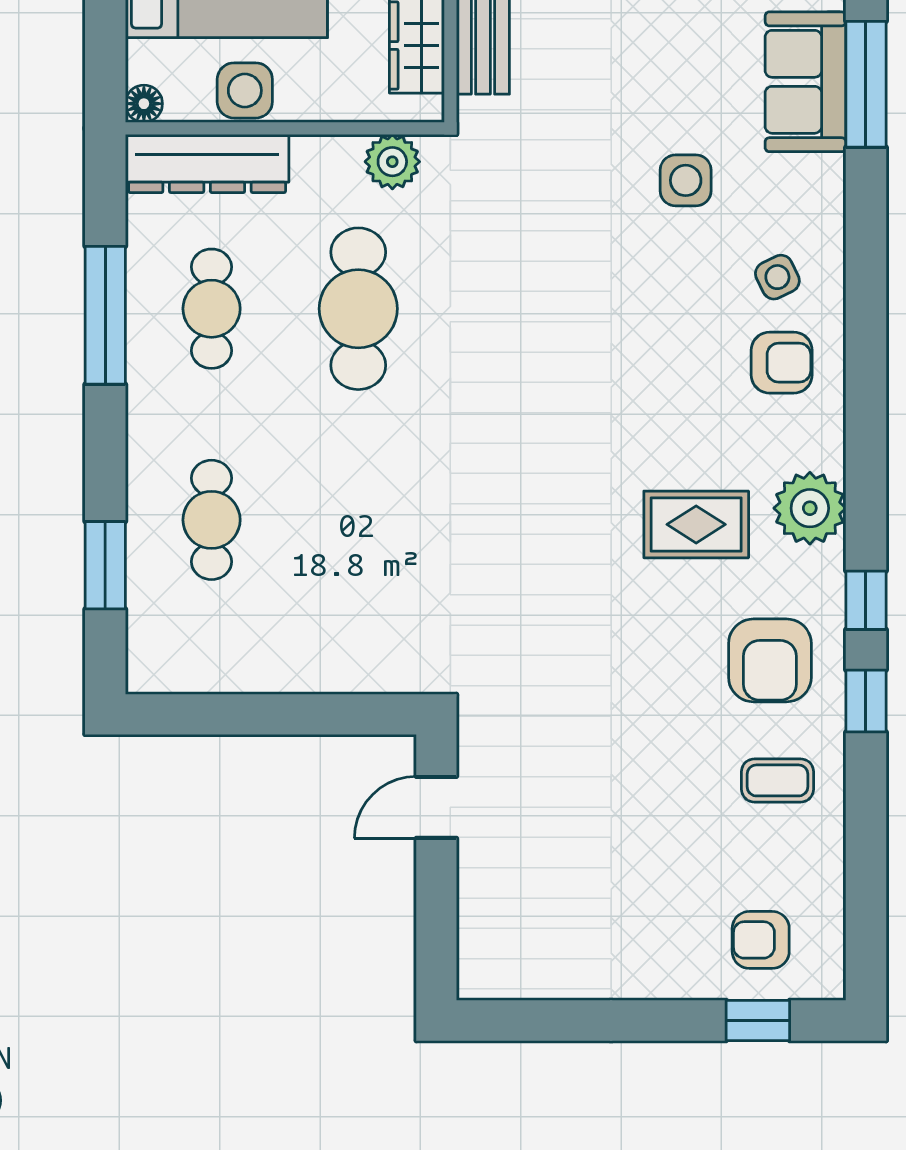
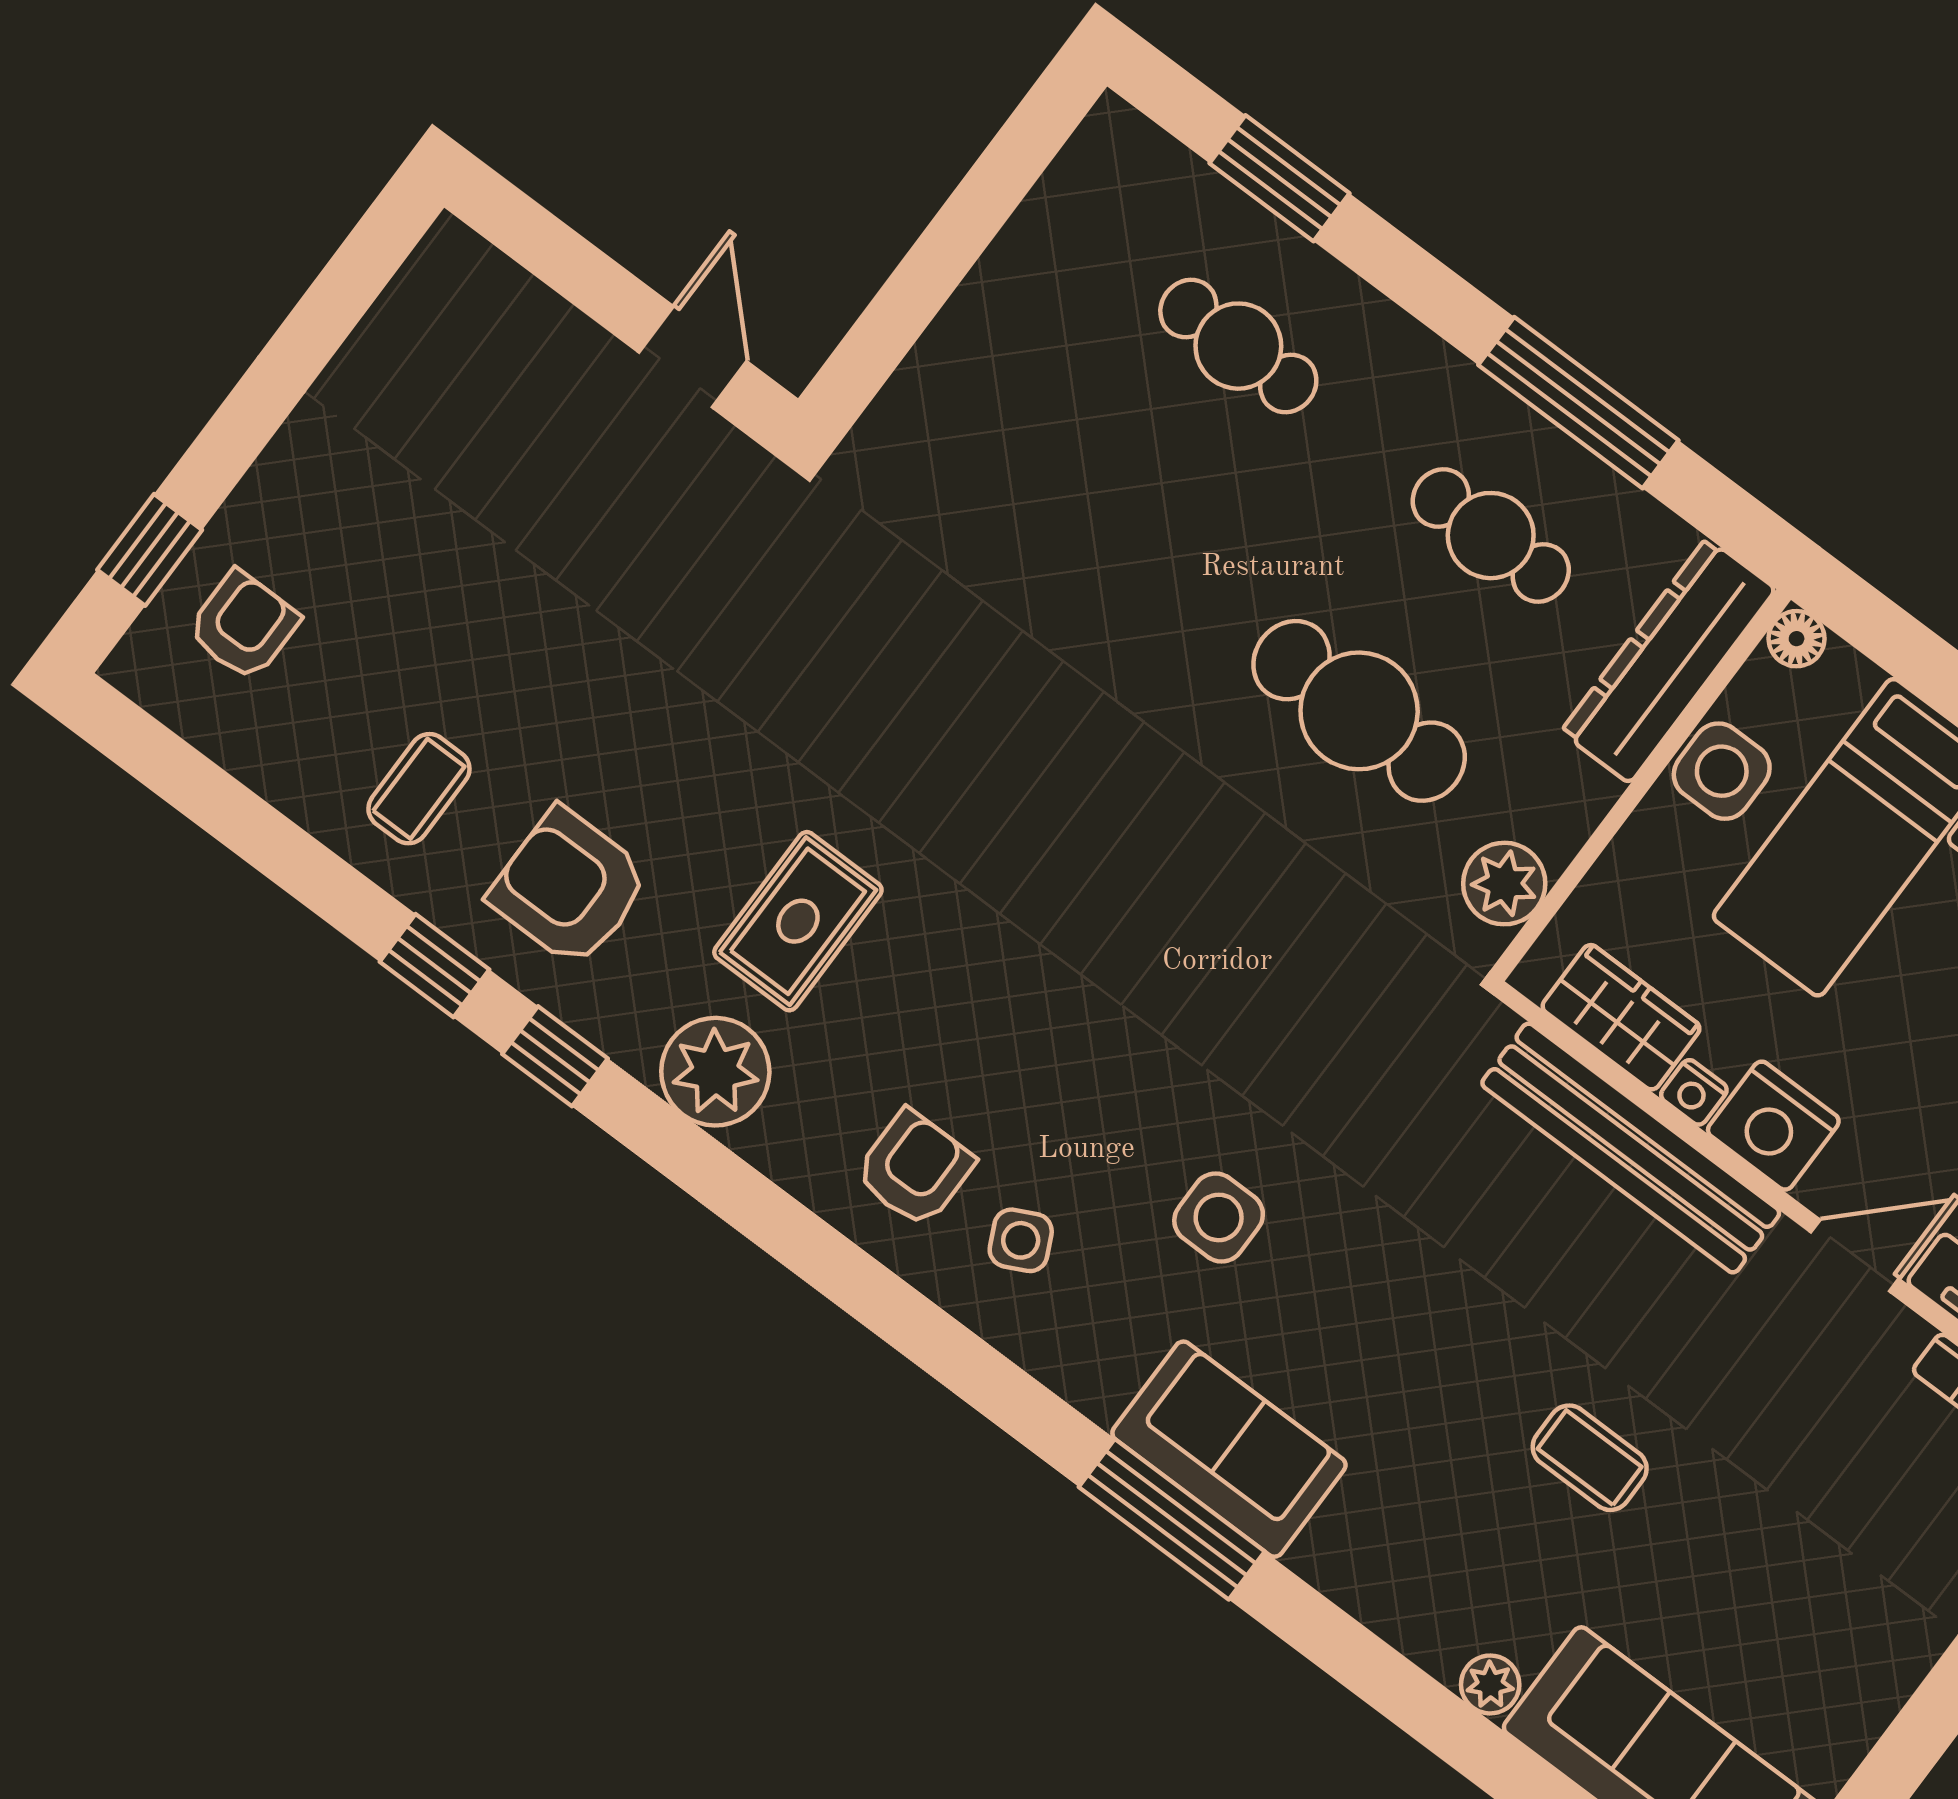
armchair: (782, 363) -> (915, 1169), turned 180

